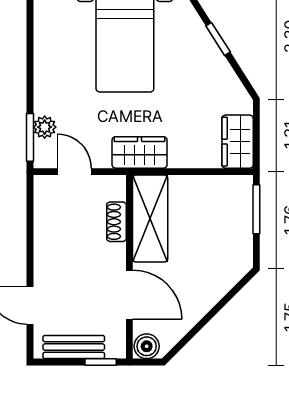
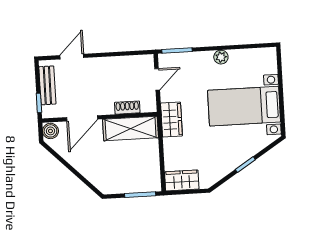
plant: (45, 127) -> (221, 57), moved

